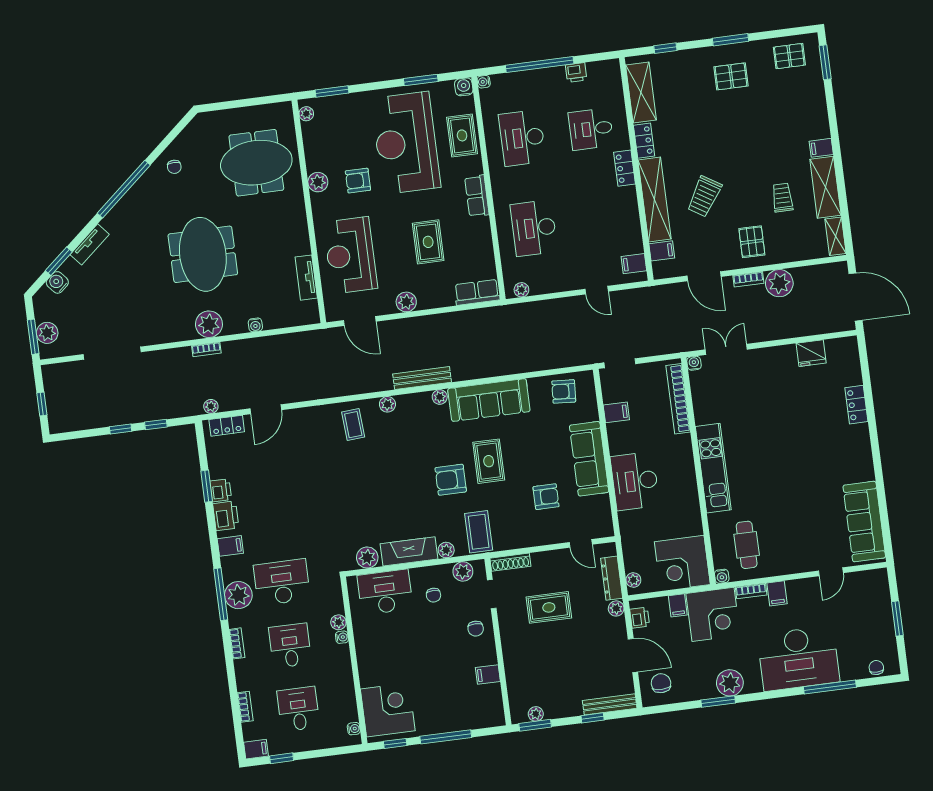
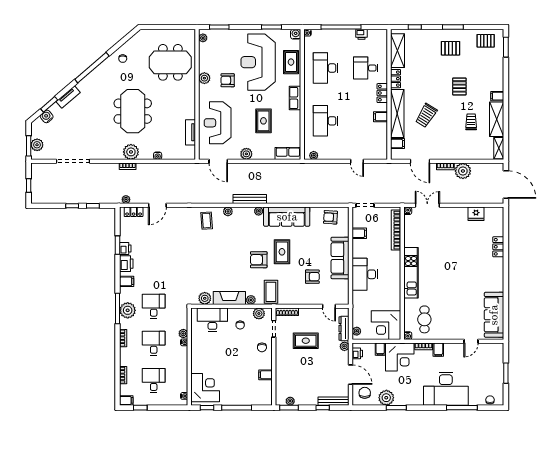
pallet: (752, 242) -> (459, 86), moved
filing cabinet: (634, 264) -> (380, 117), moved
desk: (282, 582) -> (154, 306), width x0.73
plant: (730, 683) -> (386, 398), moved

